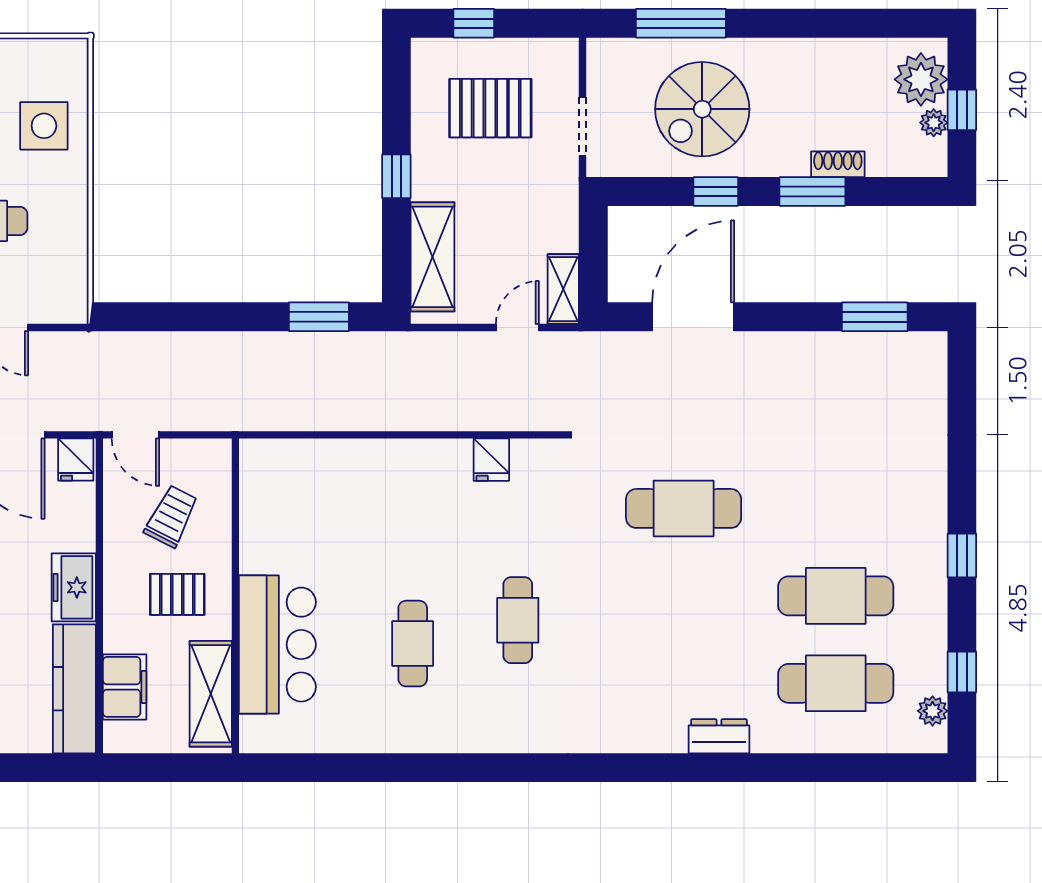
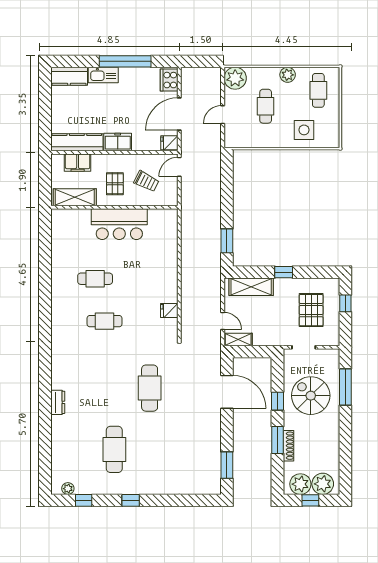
plant: (934, 123) -> (300, 484), width x1.88, depth x1.88
shoe rack: (838, 164) -> (288, 446), width x1.43
bar counter: (277, 645) -> (119, 224), moved
cafe table: (836, 683) -> (79, 449), removed

